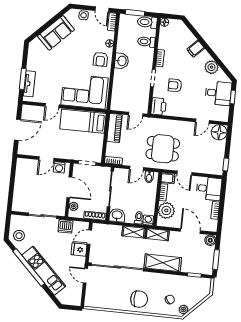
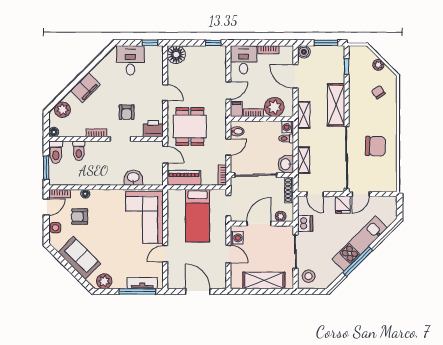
filing cabinet: (196, 49) -> (86, 88), width x2.00
plant: (34, 52) -> (104, 281), added
armchair: (100, 59) -> (80, 217), moved, turned 180
washbasin: (122, 61) -> (133, 178), moved
plant: (211, 67) -> (62, 110), moved
window: (23, 79) -> (137, 291), width x1.44
window: (233, 97) -> (150, 43), moved
door: (52, 106) -> (165, 254), swing flipped
bed: (83, 121) -> (198, 216), moved
door: (202, 121) -> (165, 93), moved
dining table: (163, 149) -> (190, 126), moved
door: (137, 168) -> (228, 147), hinge flipped
shelving: (21, 187) -> (264, 280), added
door: (190, 231) -> (296, 76), hinge flipped
shelving: (134, 232) -> (304, 160), moved
stool: (19, 236) -> (309, 276), moved
fridge: (79, 249) -> (343, 205), moved
window: (29, 267) -> (358, 261), width x0.68
chair: (139, 299) -> (376, 146), moved, turned 92
plant: (183, 310) -> (378, 65), moved

